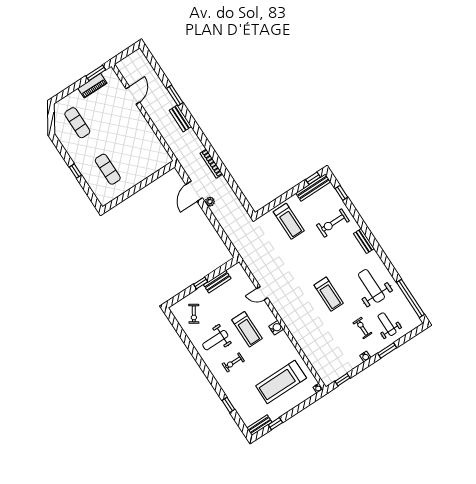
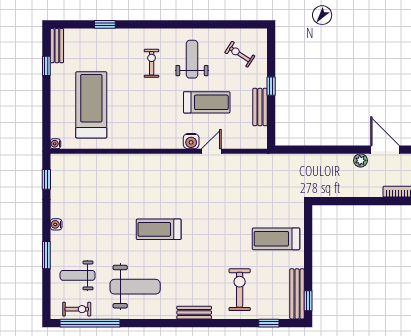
weight bench: (387, 324) -> (78, 275), turned 180
water cooler: (276, 328) -> (191, 141), moved
exercise bike: (362, 328) -> (77, 309), moved
treadmill: (247, 329) -> (207, 102), moved, turned 180

